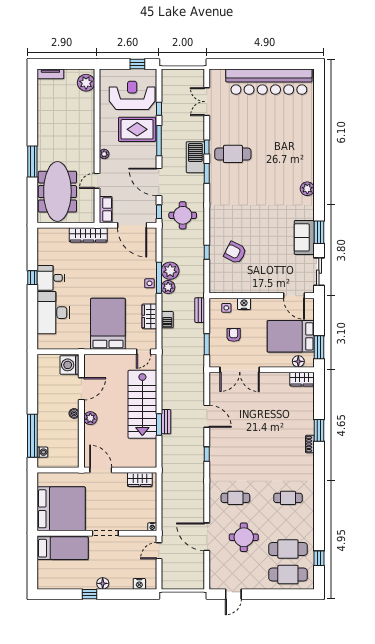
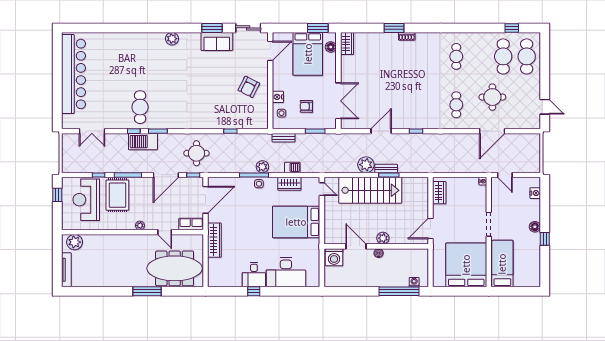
tv unit: (50, 74) -> (66, 270), width x1.41
armchair: (235, 253) -> (249, 87), moved
plant: (170, 271) -> (366, 165), moved

